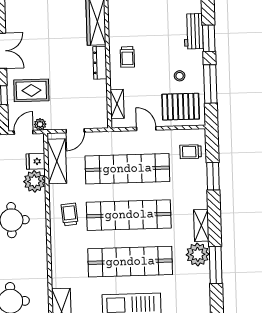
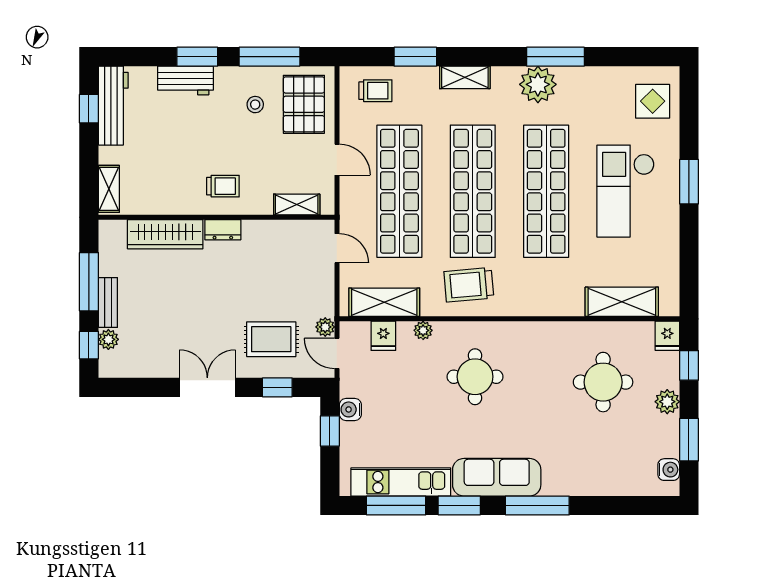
dresser: (100, 63) -> (223, 230), width x0.70
rug: (31, 90) -> (271, 339), turned 90
door: (146, 129) -> (337, 160), swing flipped
door: (75, 131) -> (337, 248), moved
trolley: (191, 152) -> (375, 91), turned -90
plant: (34, 181) -> (423, 330), width x0.53, depth x0.53
trolley: (70, 214) -> (469, 285), width x1.36, depth x1.39
shelving: (201, 225) -> (465, 77), moved

